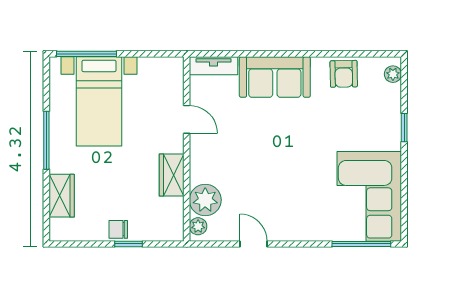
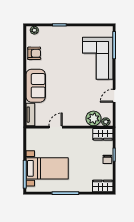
wardrobe: (172, 175) -> (103, 134), moved
wardrobe: (62, 196) -> (103, 186), moved
corner sofa: (369, 196) -> (98, 58), moved, turned 90

